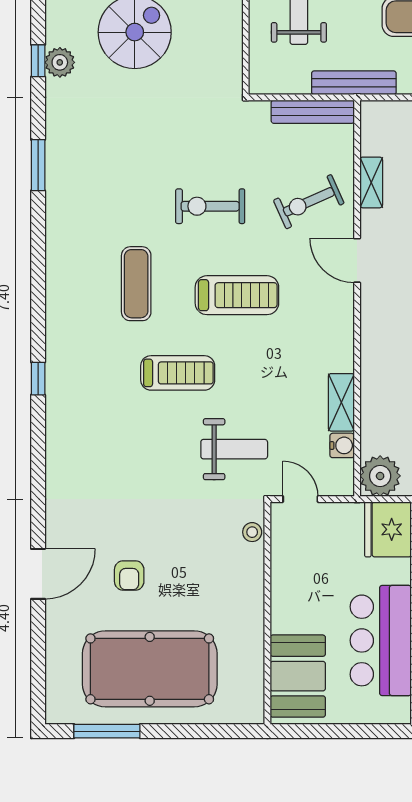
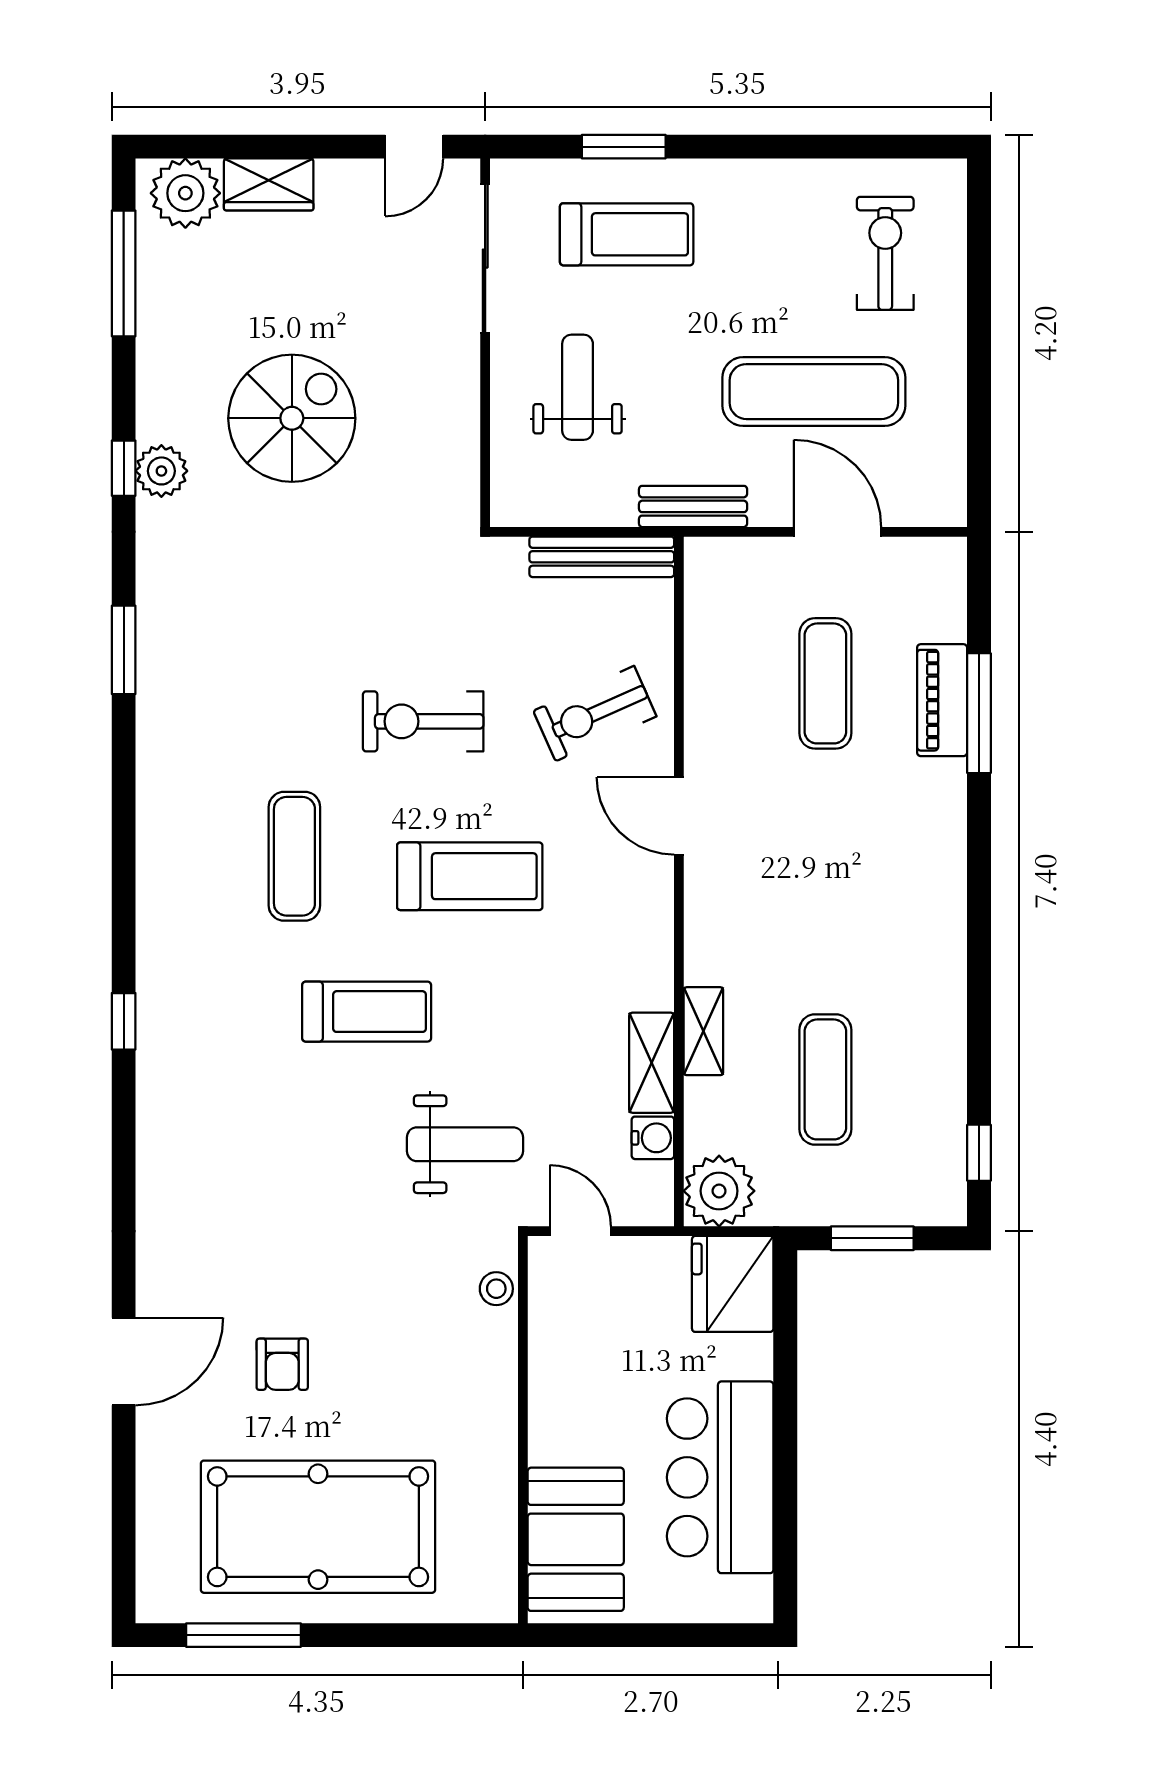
bench: (354, 83) -> (693, 506), width x0.73
shelving: (371, 182) -> (703, 1031), moved

